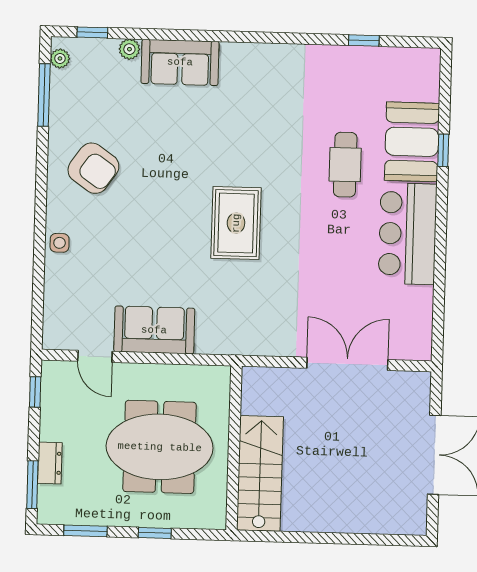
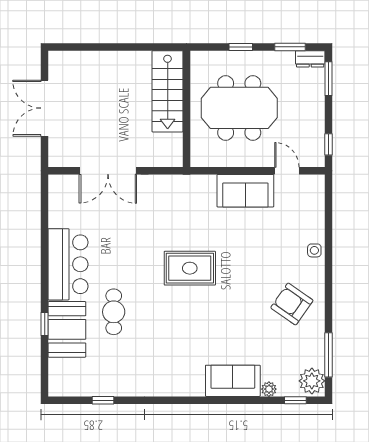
plant: (60, 58) -> (312, 381), width x1.87, depth x1.87
rug: (236, 223) -> (190, 268), turned 90
dresser: (50, 463) -> (310, 59), moved, turned -90

